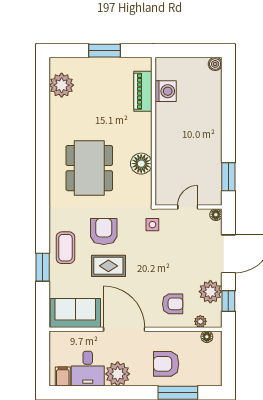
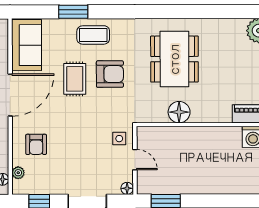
dining table: (89, 168) -> (174, 59), turned 90
side table: (152, 225) -> (119, 139), moved
plant: (210, 292) -> (49, 183), removed

